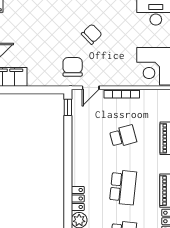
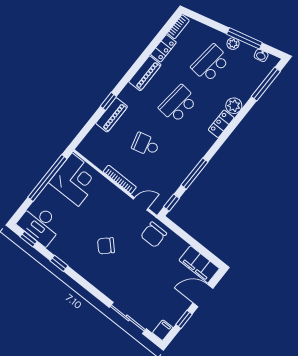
chair: (73, 67) -> (154, 235), moved
window: (68, 144) -> (194, 174), added

